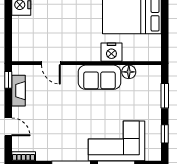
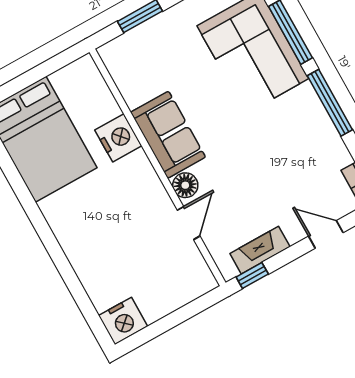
floor lamp: (129, 72) -> (185, 185), moved
door: (8, 127) -> (326, 234), hinge flipped

